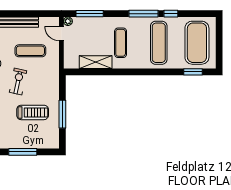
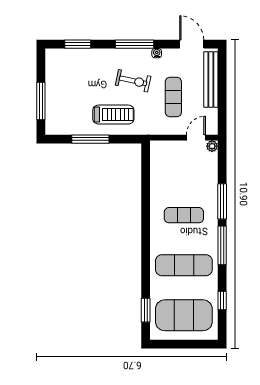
window: (90, 14) -> (222, 201), moved
window: (171, 14) -> (222, 300), moved
shelving: (96, 62) -> (158, 183), removed
treadmill: (33, 112) -> (113, 115), moved, turned -90
window: (23, 152) -> (41, 101), moved

